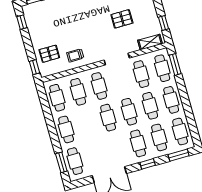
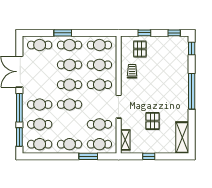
window: (164, 23) -> (149, 156), moved
window: (175, 64) -> (88, 156), moved
window: (35, 67) -> (144, 33), moved
cafe table: (150, 106) -> (70, 65), moved
window: (61, 162) -> (63, 33), moved
window: (148, 164) -> (19, 108), width x2.17

